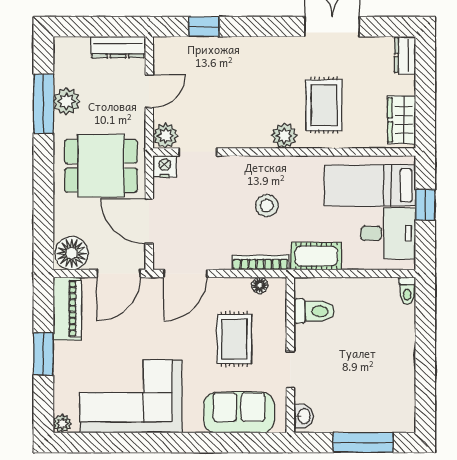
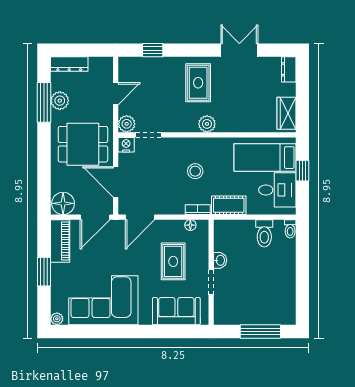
dresser: (118, 47) -> (69, 64), moved
rug: (324, 105) -> (198, 83), moved
bookcase: (260, 263) -> (198, 210), width x0.64
toilet: (314, 311) -> (264, 233), moved, turned 90
washbasin: (303, 416) -> (220, 260), moved

